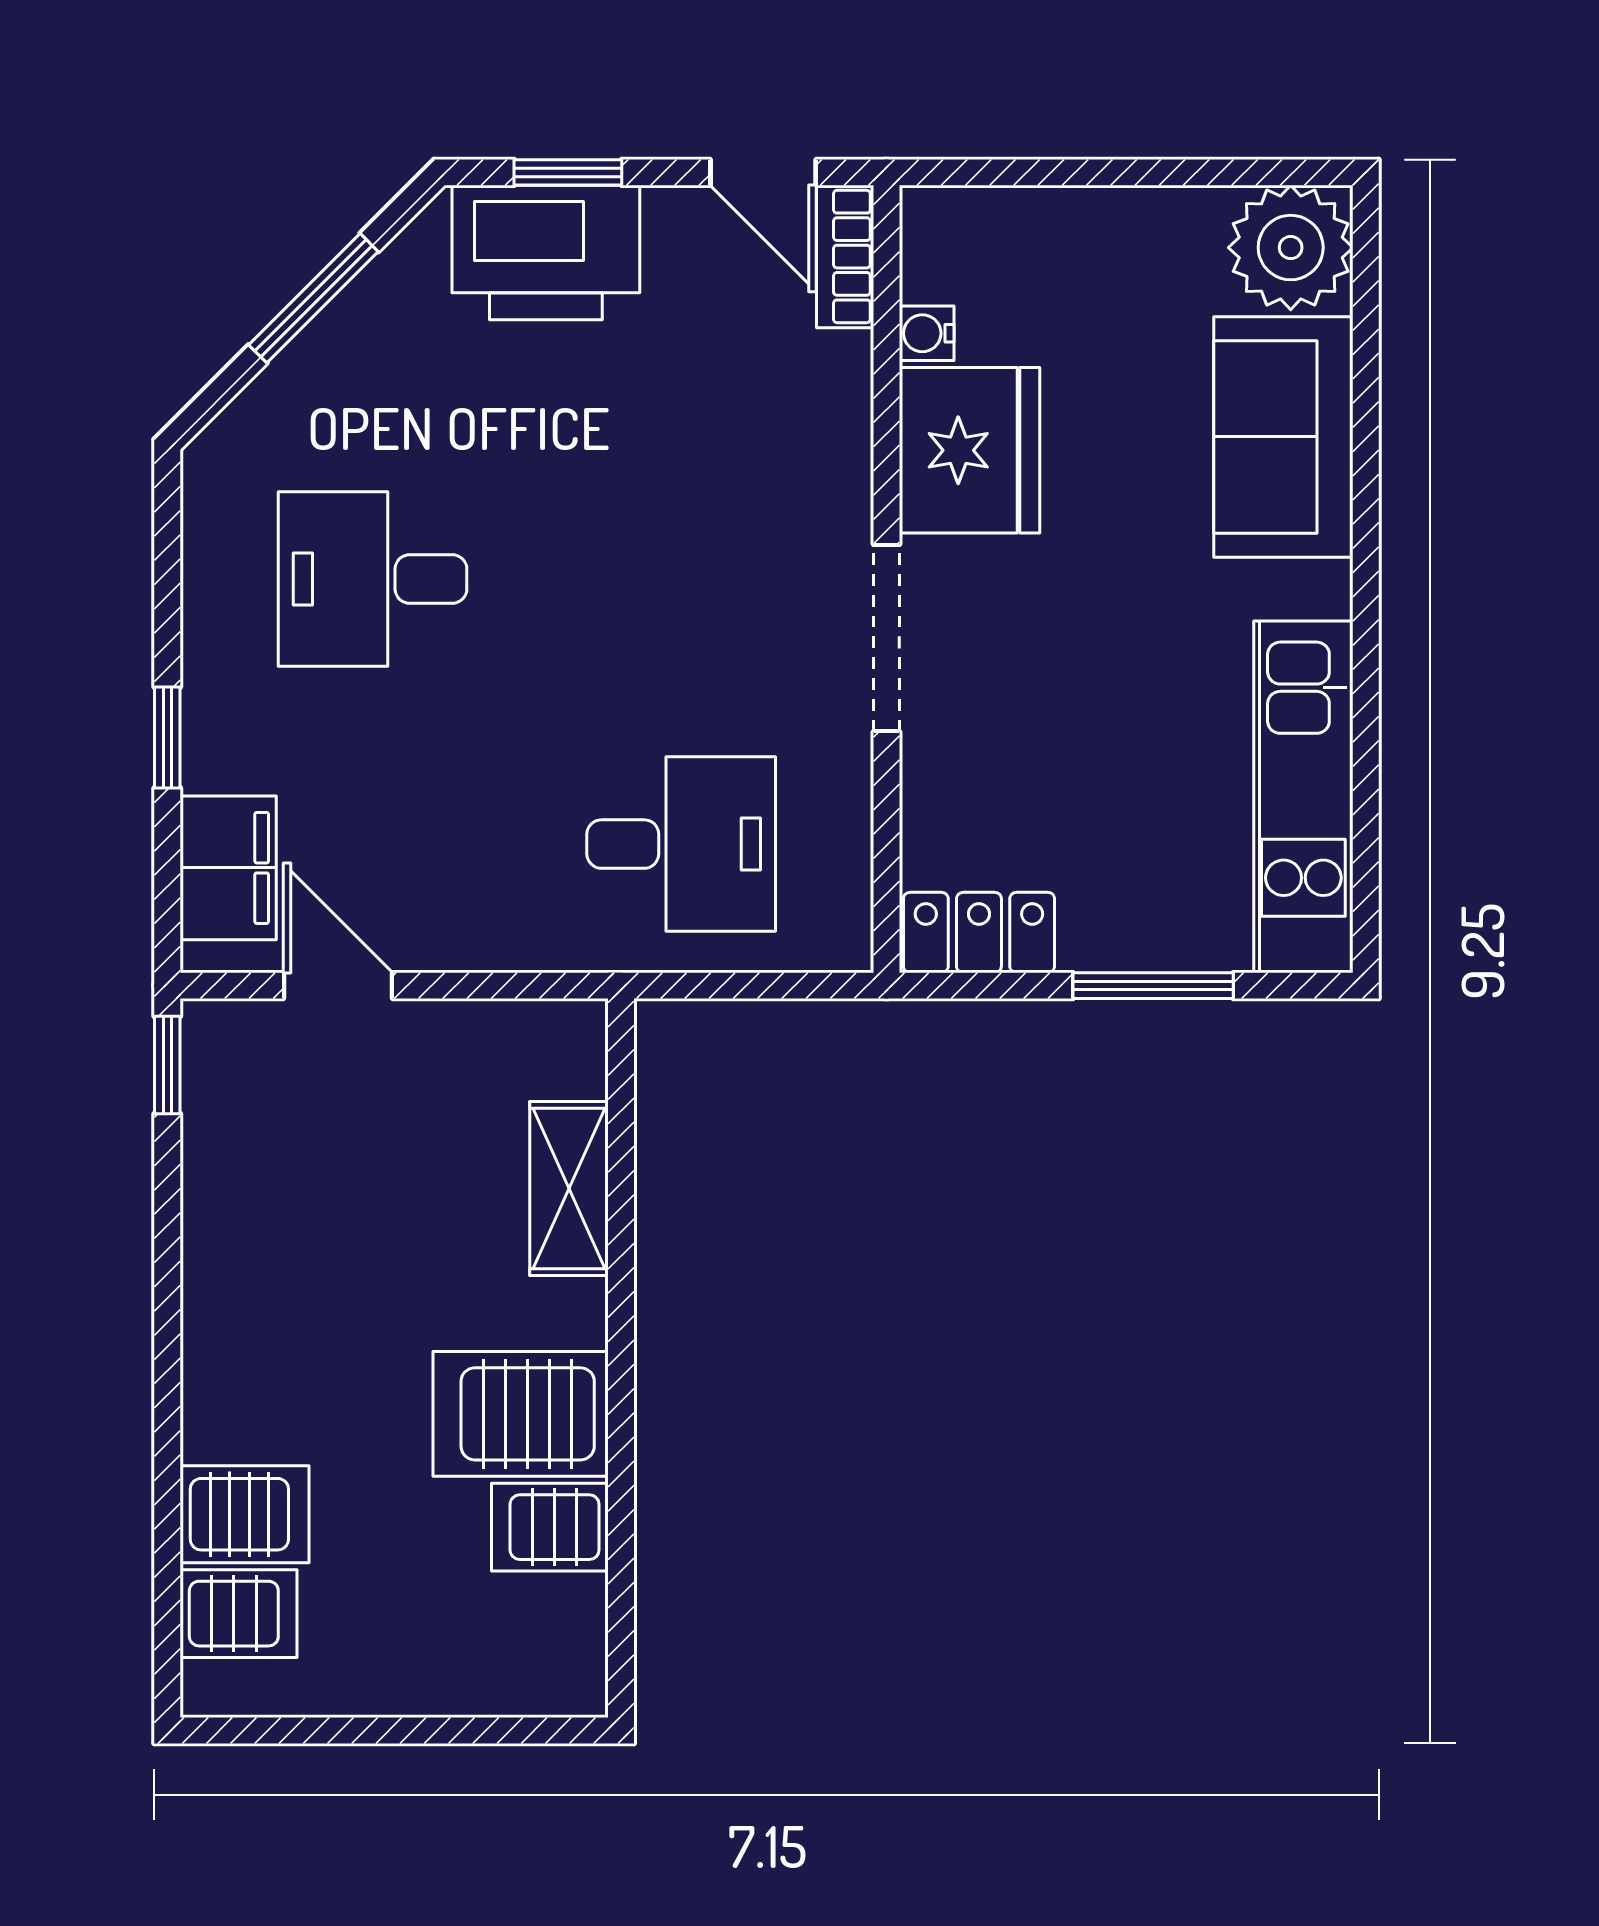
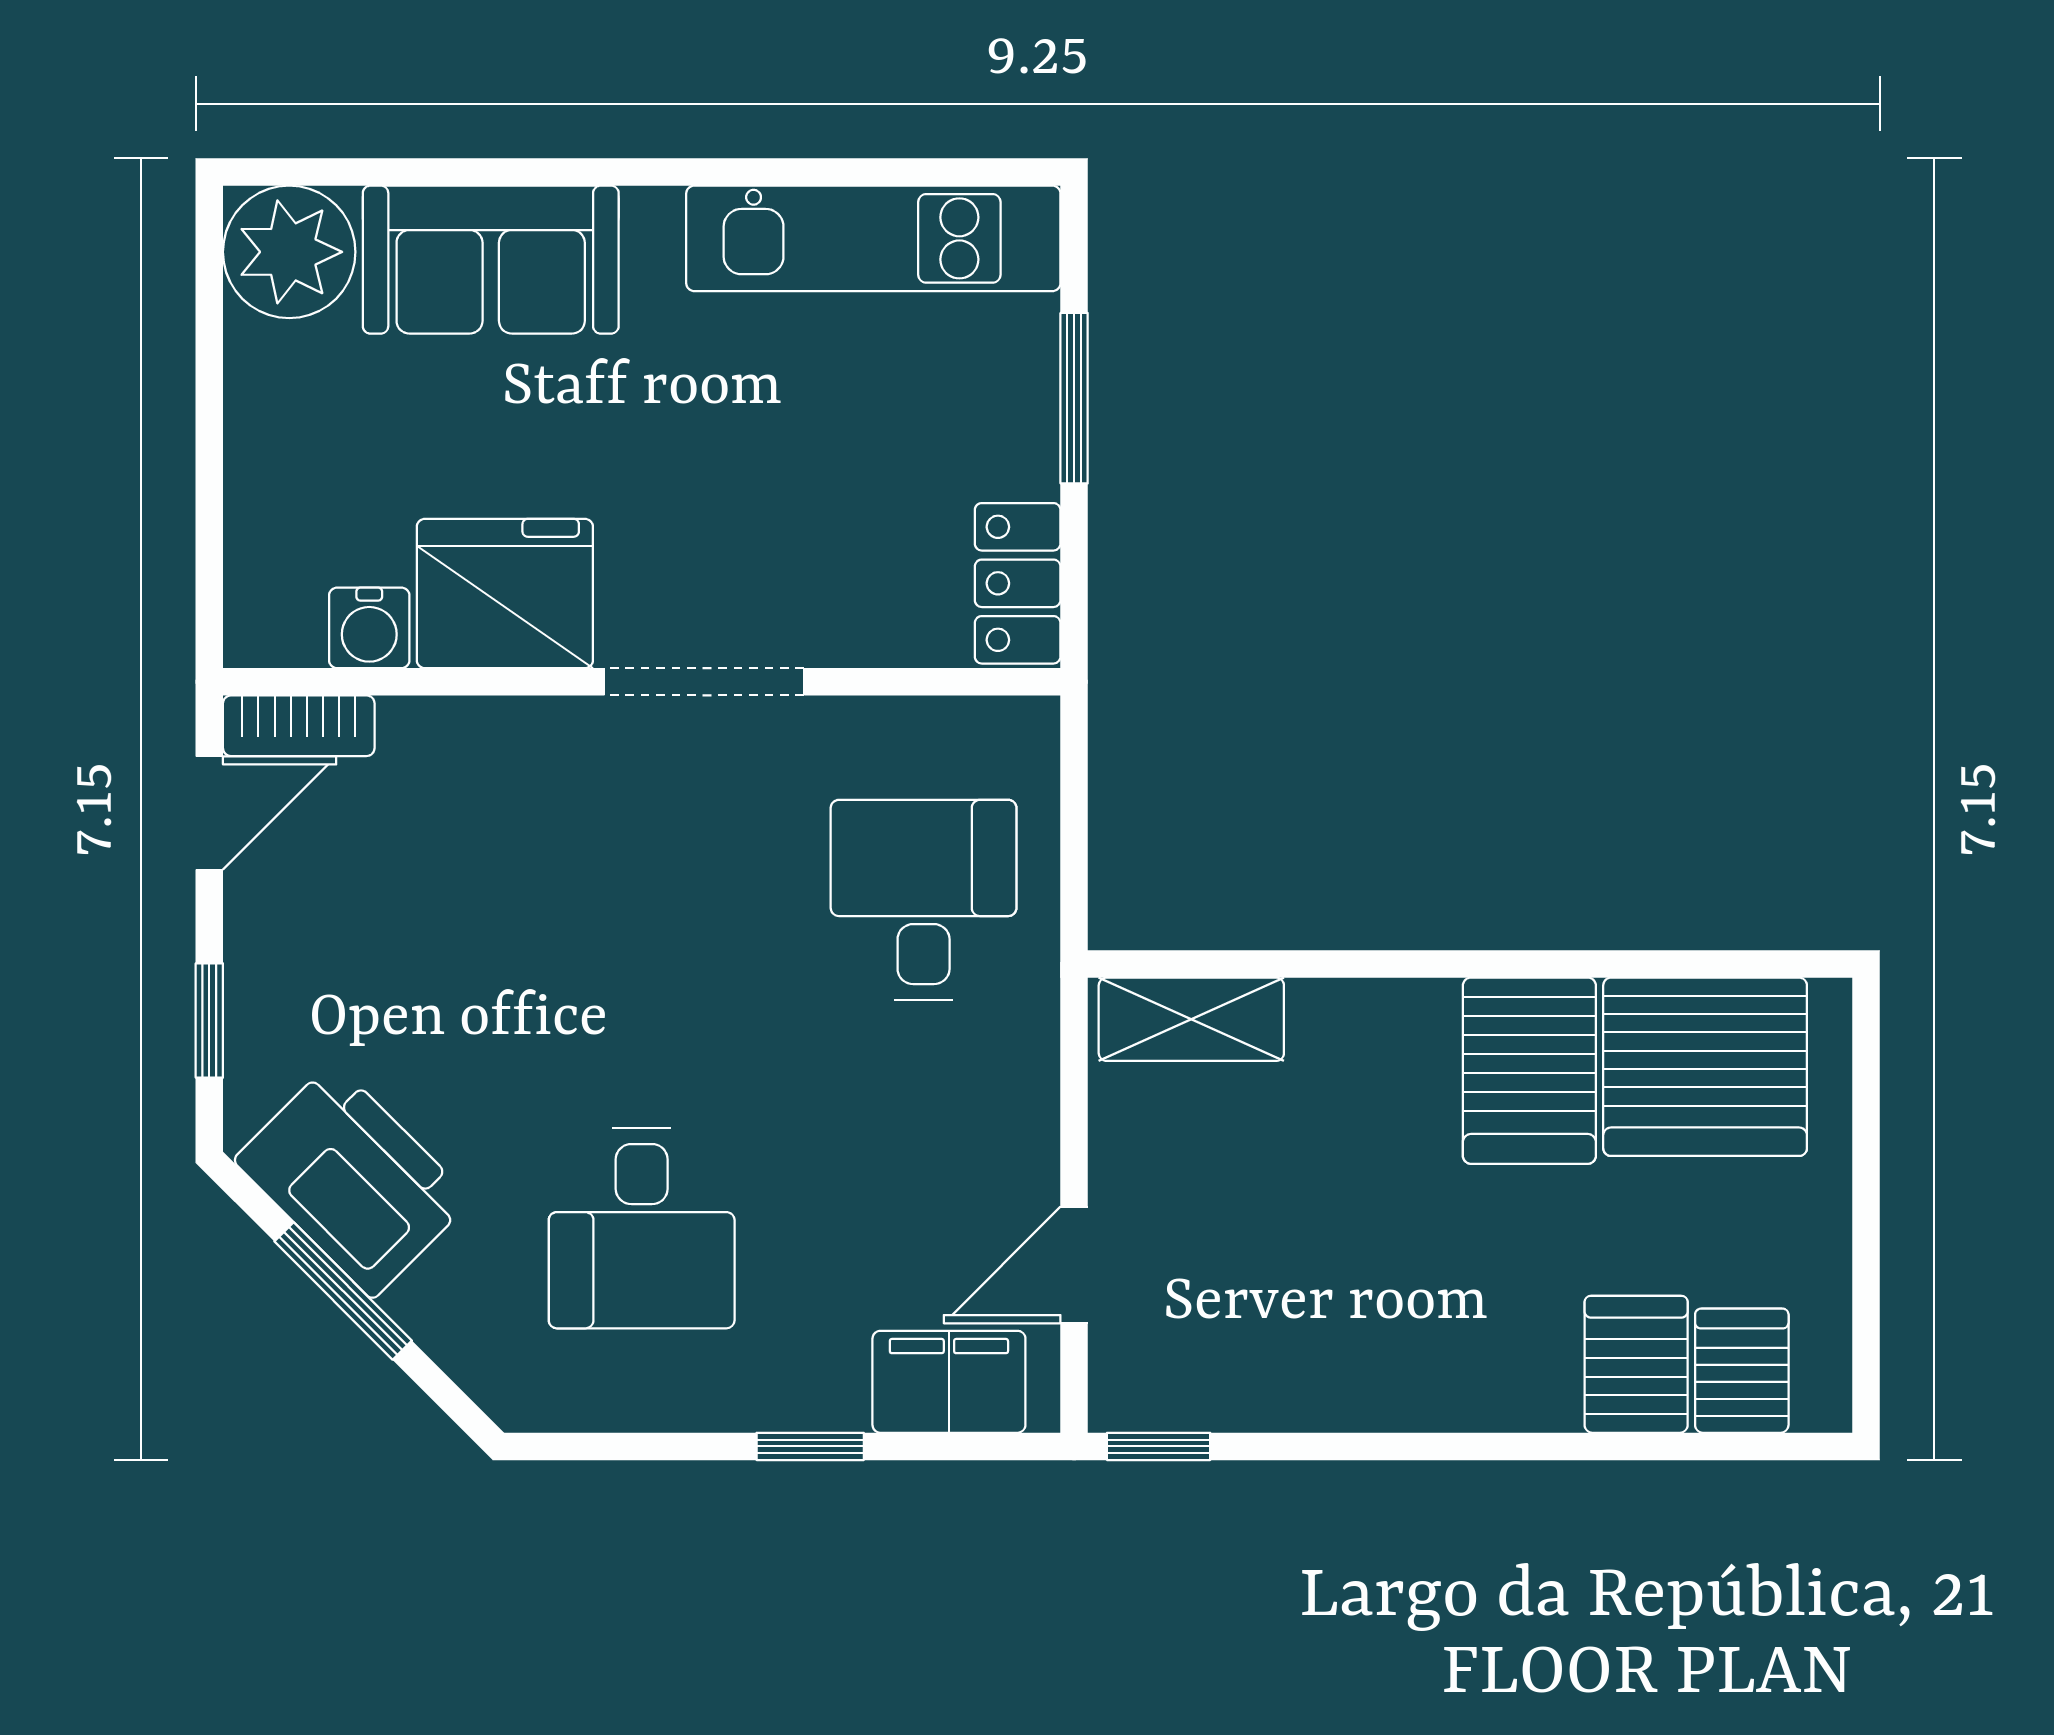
printer: (546, 253) -> (353, 1180), moved, turned -45
water cooler: (927, 333) -> (369, 628), width x1.38, depth x1.38
shelving: (569, 1188) -> (1191, 1019), moved
server rack: (550, 1527) -> (1705, 1067), width x2.18, depth x1.44

